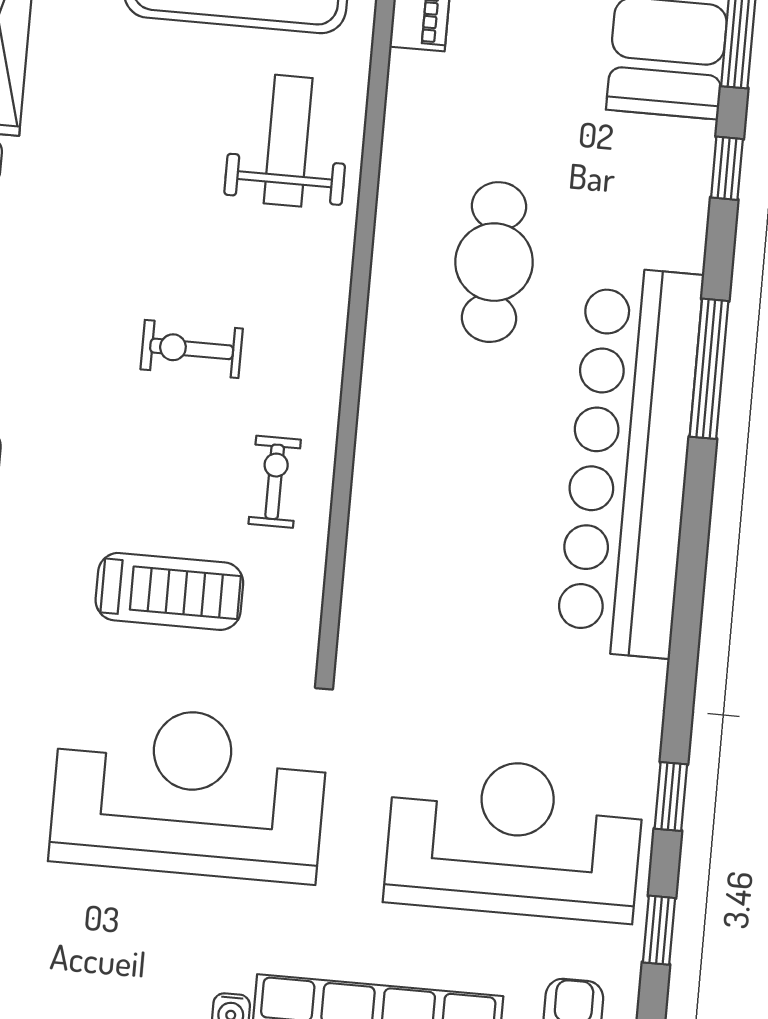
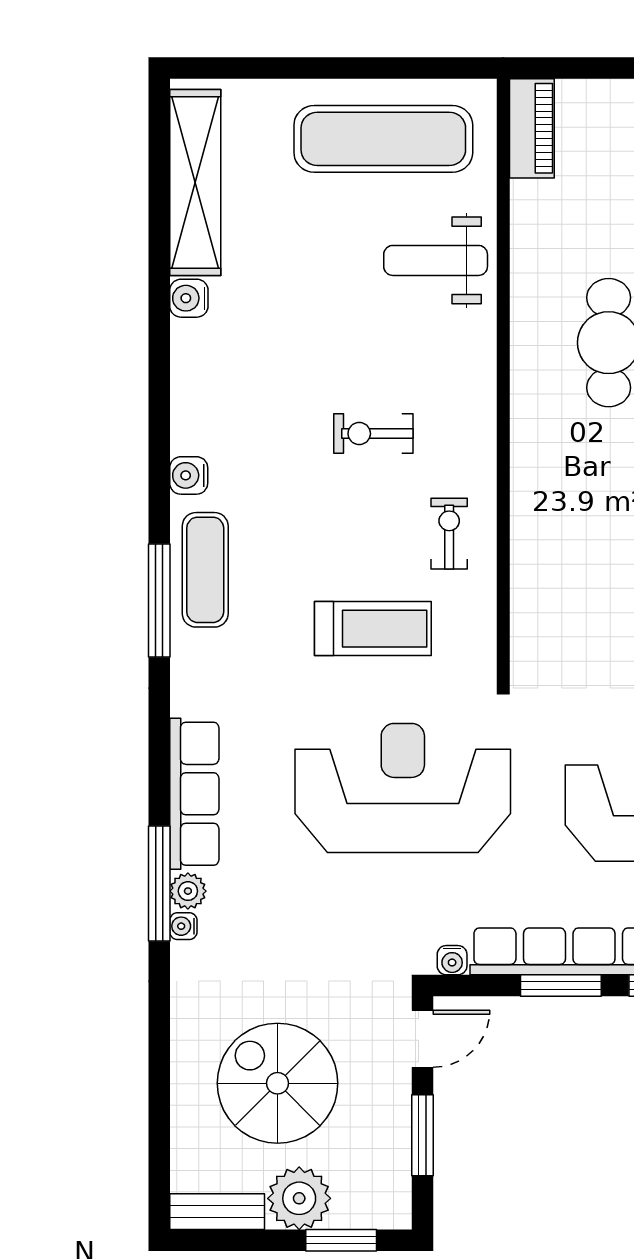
weight bench: (288, 141) -> (436, 260), turned -90

